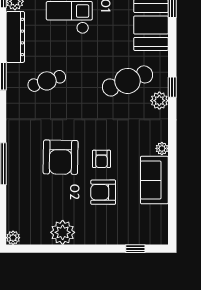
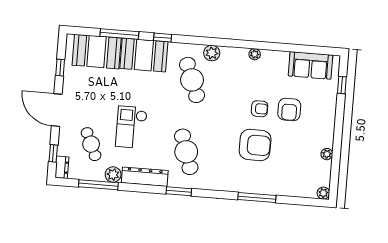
cafe table: (47, 81) -> (186, 152), width x1.37, depth x1.35
window: (172, 87) -> (163, 37), moved
sofa: (154, 180) -> (311, 65), moved
plant: (63, 232) -> (327, 154), width x0.53, depth x0.53

